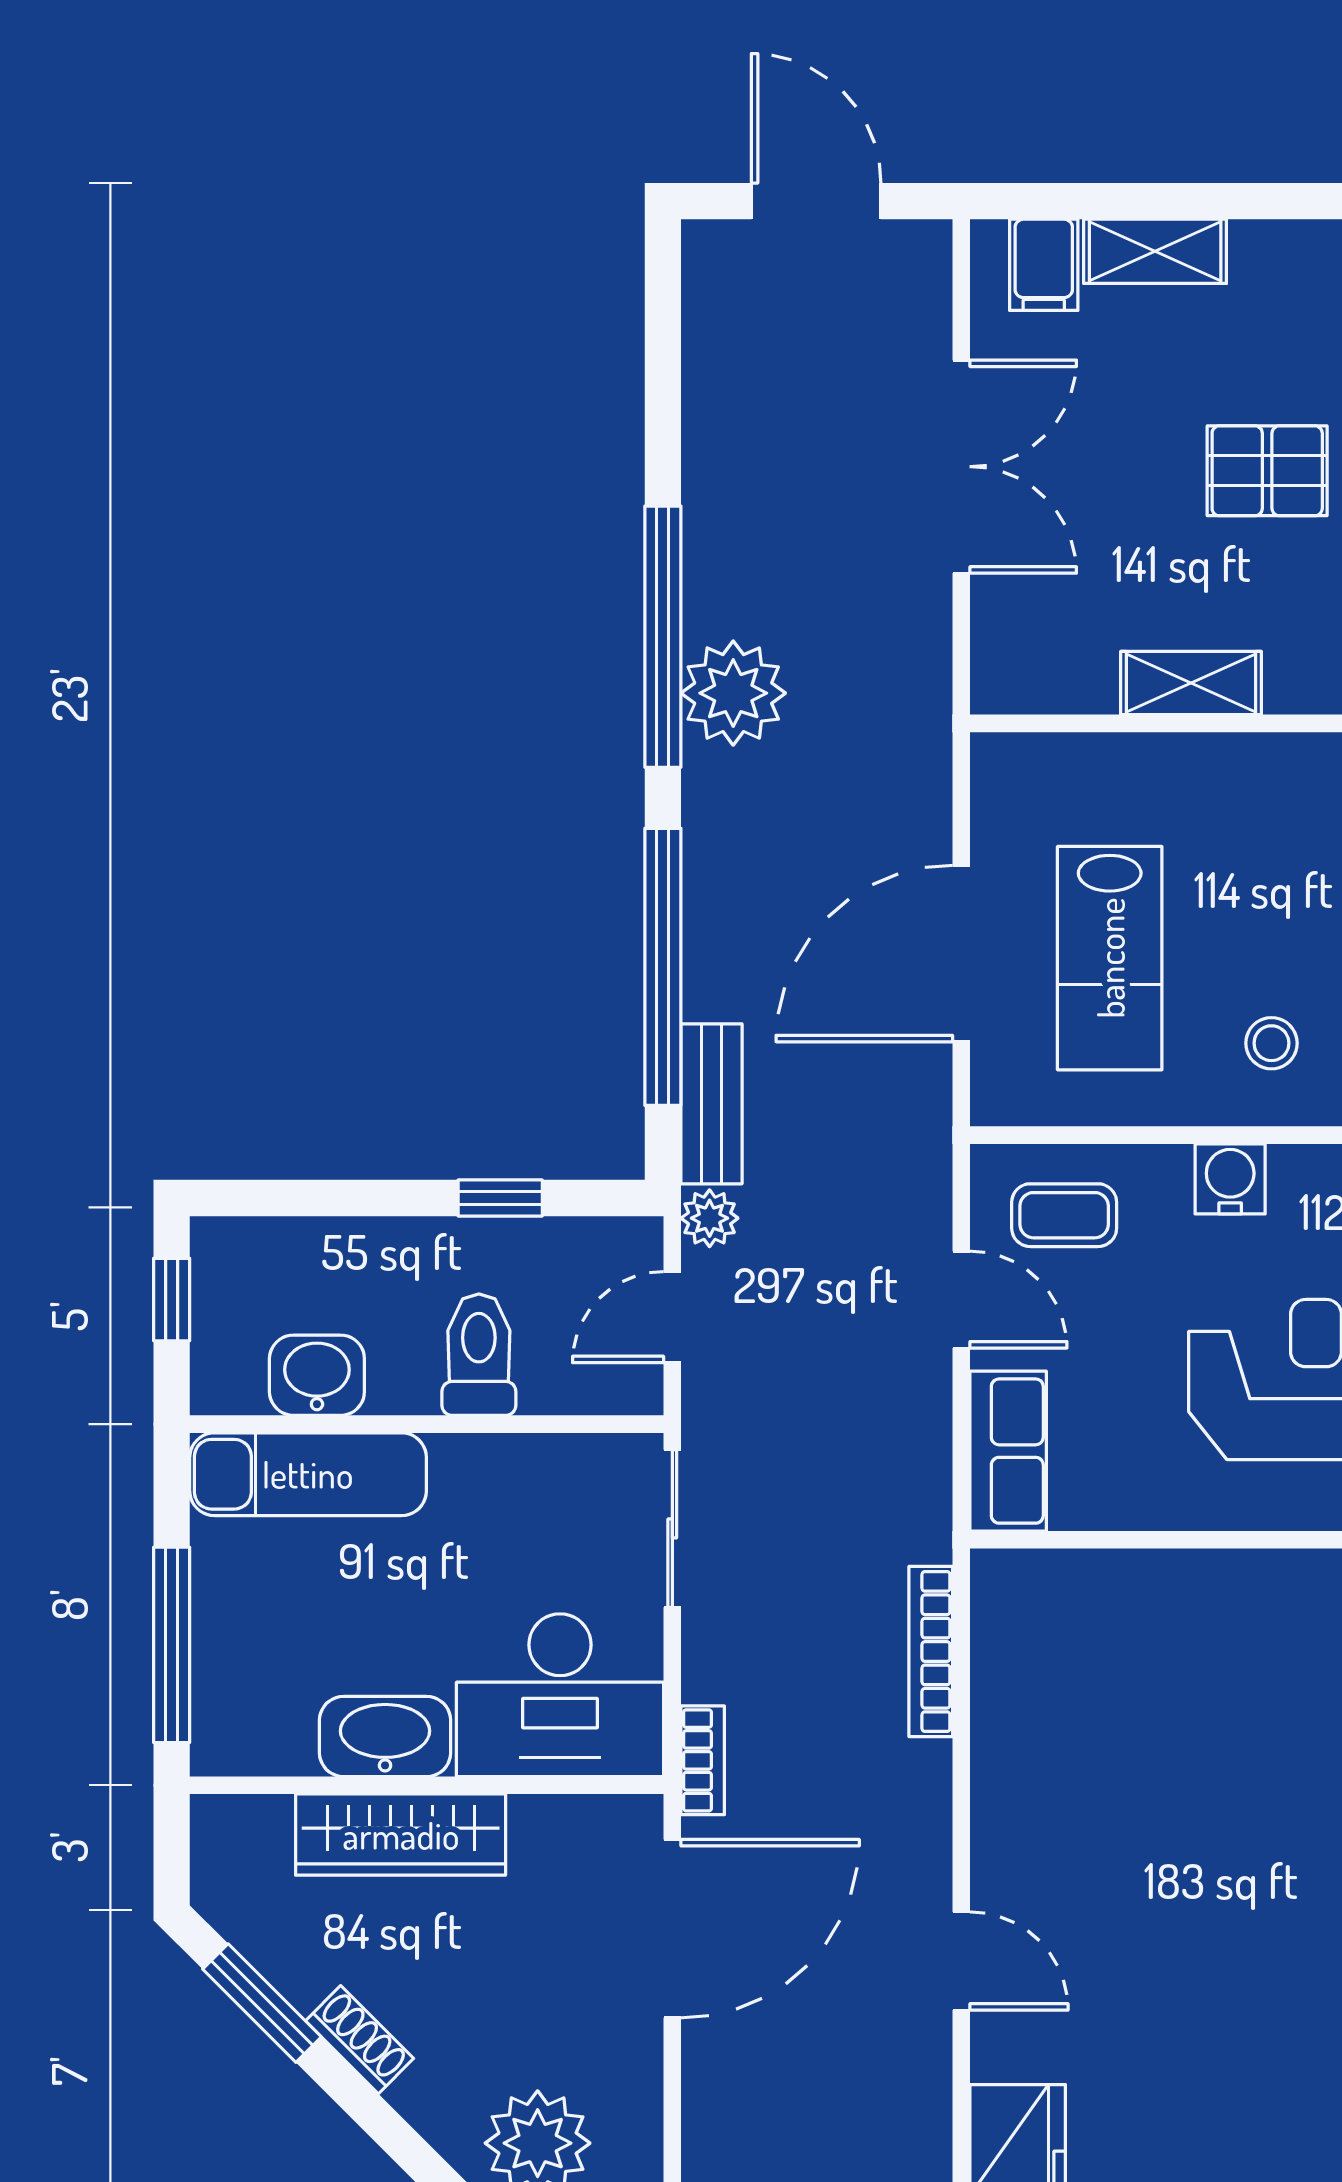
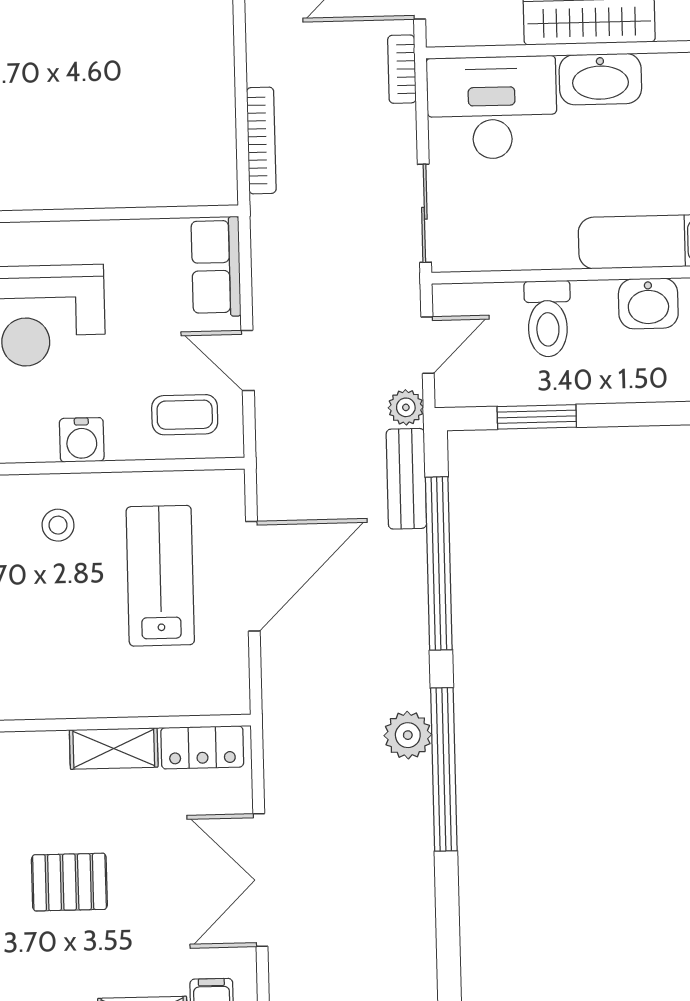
locker: (1049, 681) -> (202, 747), added
plant: (733, 693) -> (408, 735), width x0.73, depth x0.73
window: (500, 1198) -> (537, 417), width x1.50

